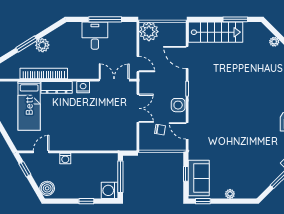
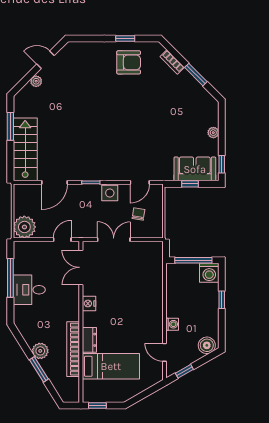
dresser: (57, 87) -> (89, 340), width x0.70

